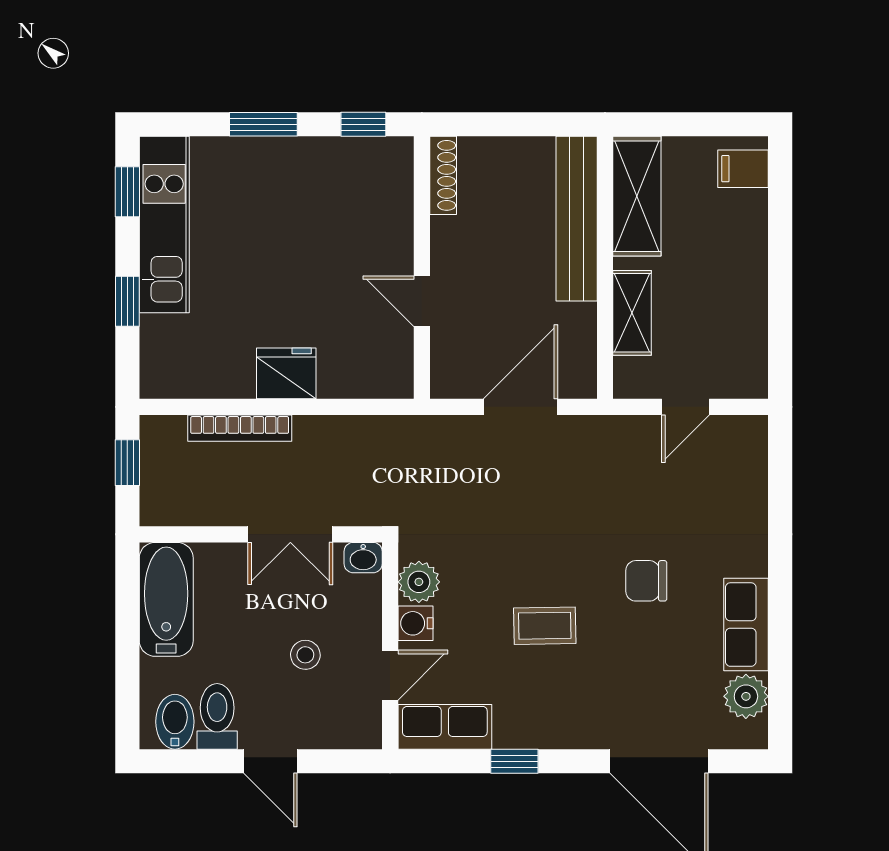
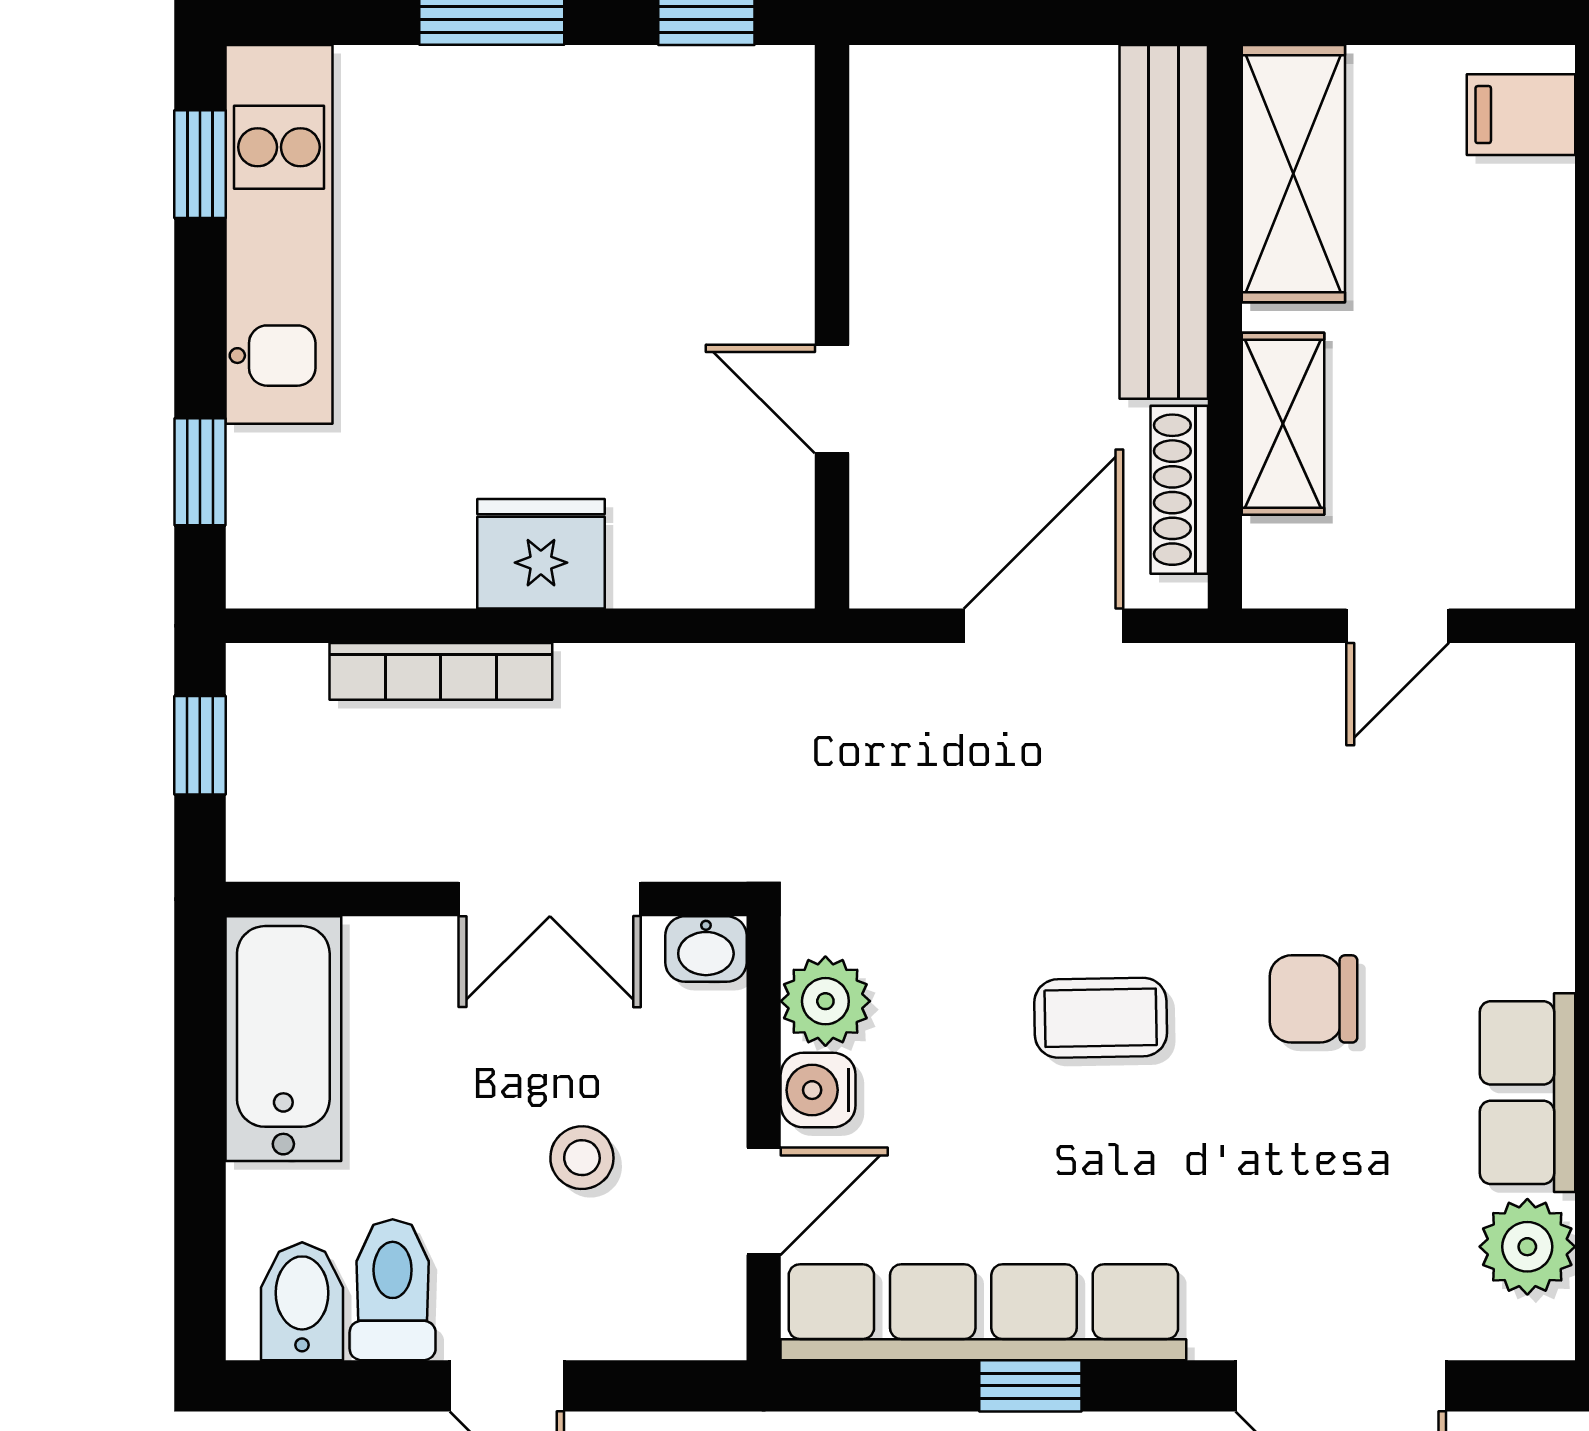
shoe rack: (443, 175) -> (1179, 490), moved, turned 180
window: (127, 301) -> (200, 472), moved
coffee table: (545, 626) -> (1101, 1018), moved
row of seats: (445, 727) -> (983, 1312), width x2.02

